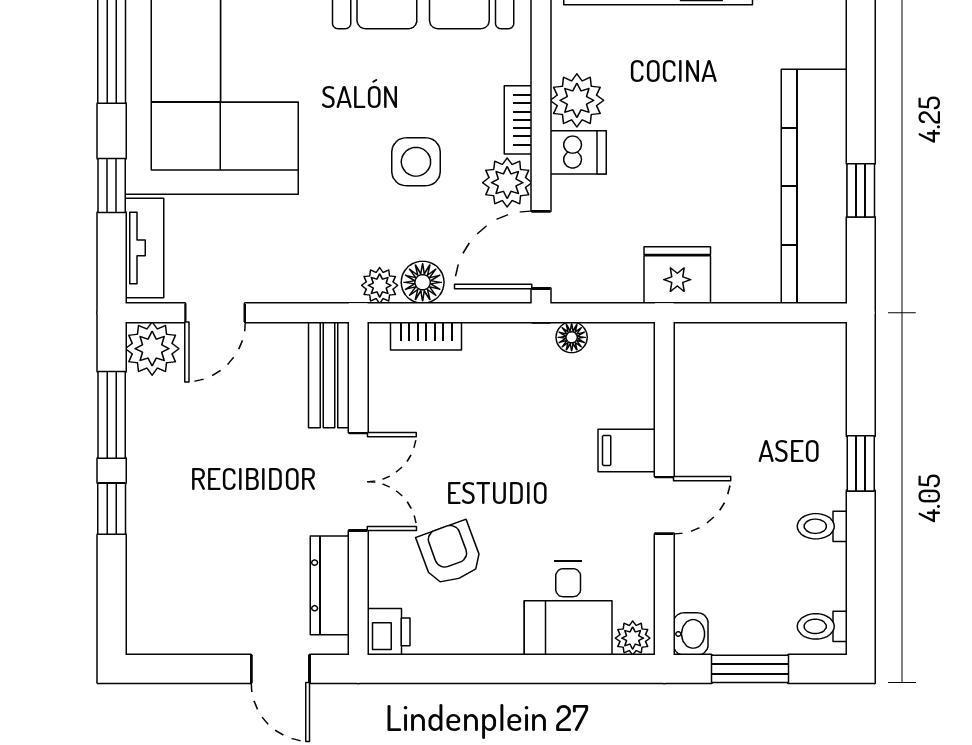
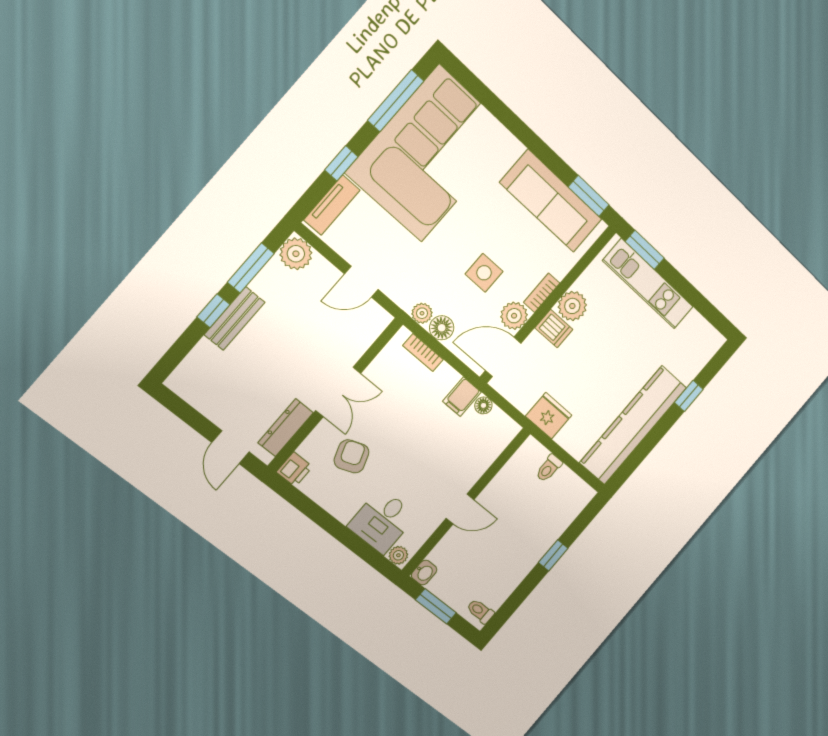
window: (861, 190) -> (689, 396), moved
door: (215, 313) -> (361, 282), moved
bench: (329, 375) -> (235, 318), moved
filing cabinet: (627, 450) -> (462, 397), moved, turned -90
toilet: (822, 526) -> (549, 468), moved, turned -90

